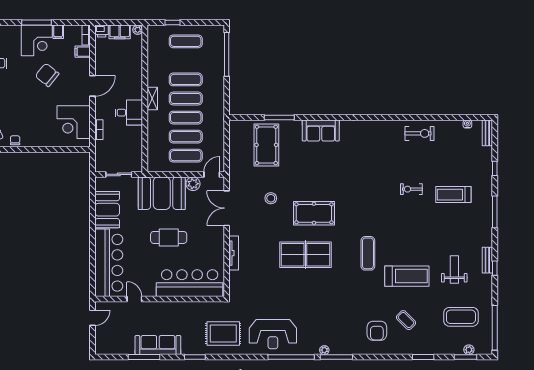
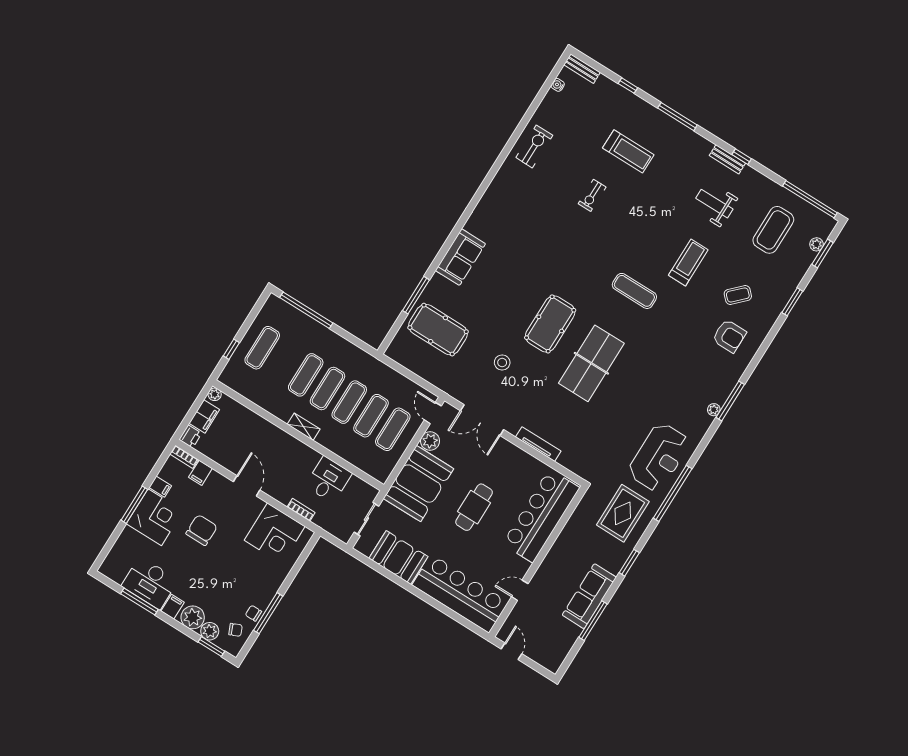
chair: (47, 75) -> (202, 530), turned 141
desk: (129, 113) -> (329, 480), moved
window: (21, 149) -> (268, 613), added
treadmill: (453, 195) -> (628, 151), turned -90
treadmill: (407, 276) -> (688, 262), width x0.73, depth x0.73
window: (291, 357) -> (673, 493), moved

